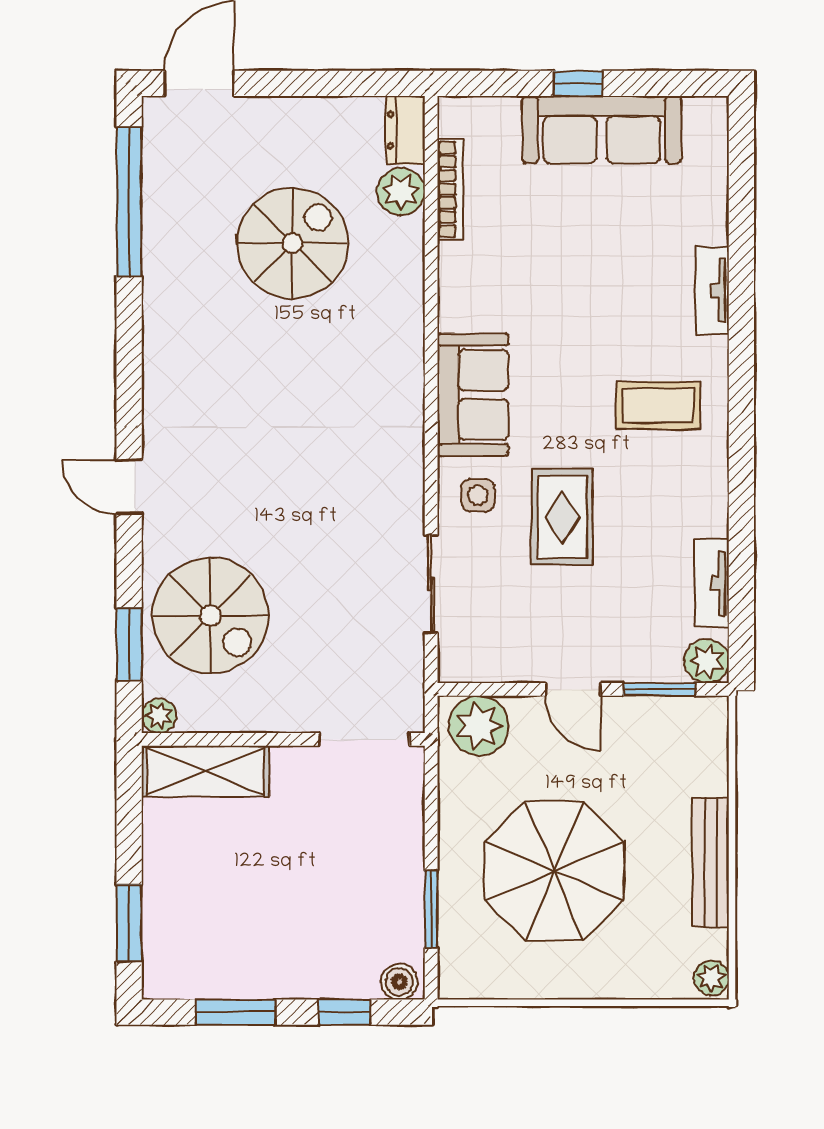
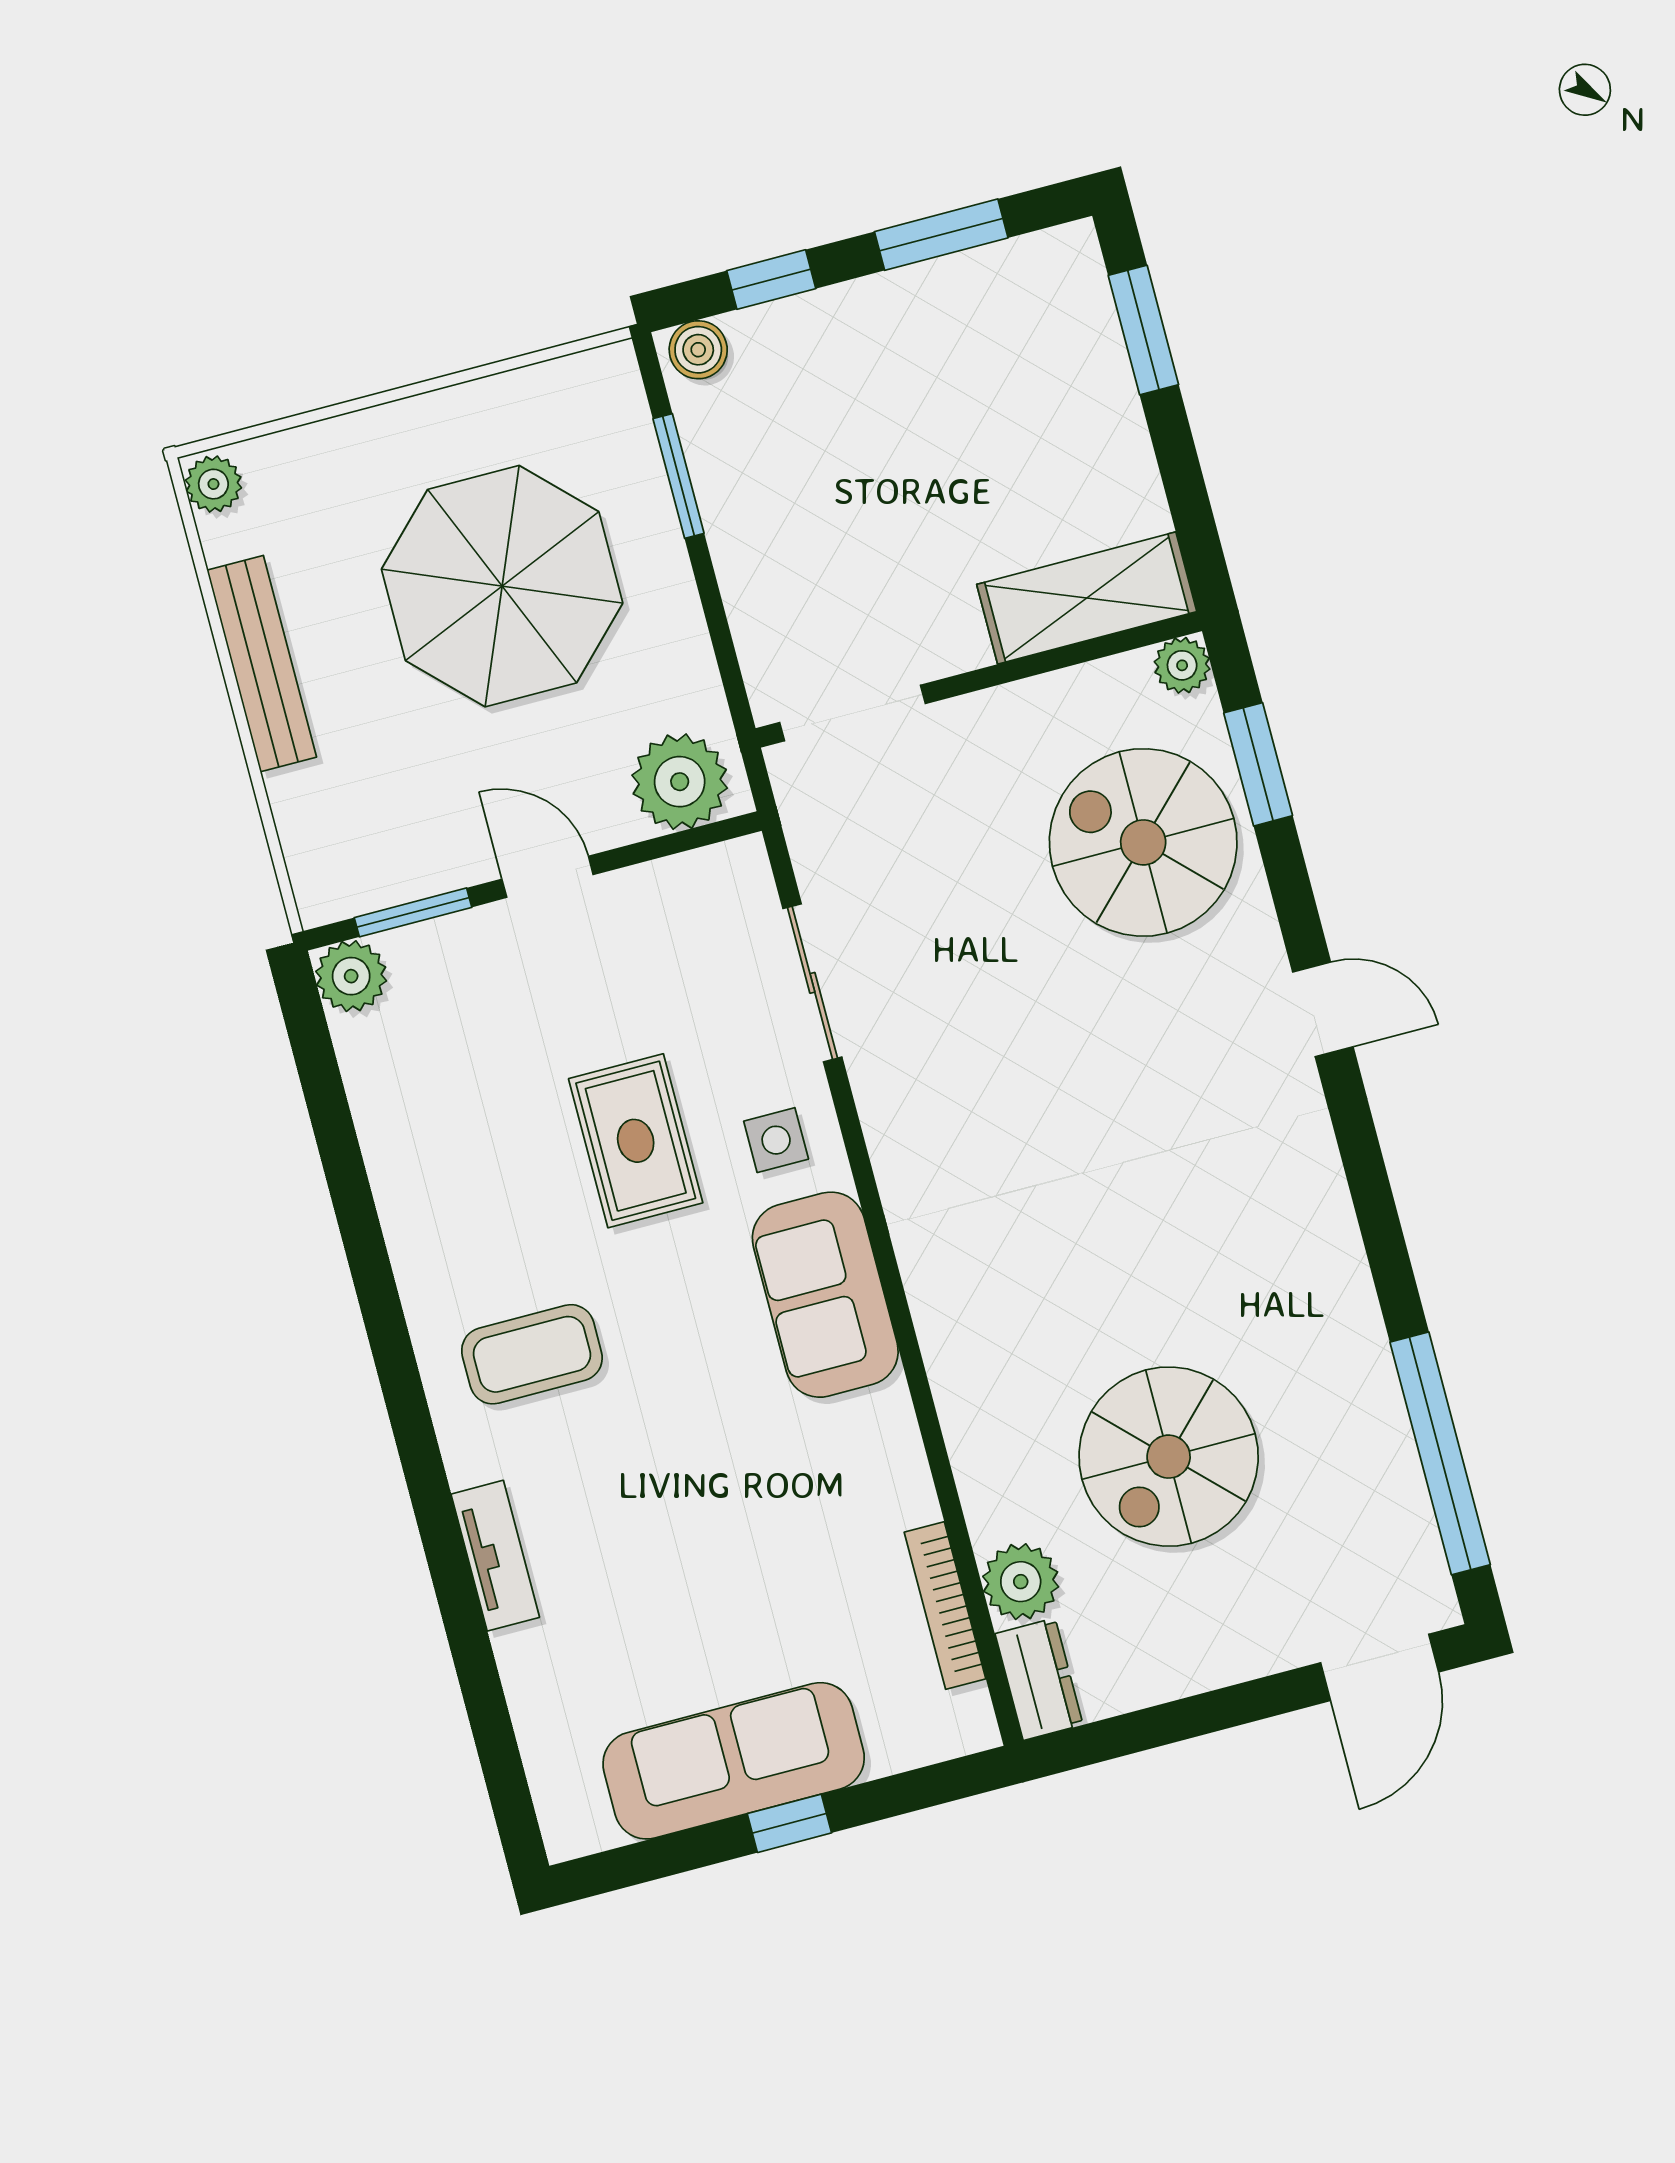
tv unit: (712, 584) -> (375, 1099), removed

